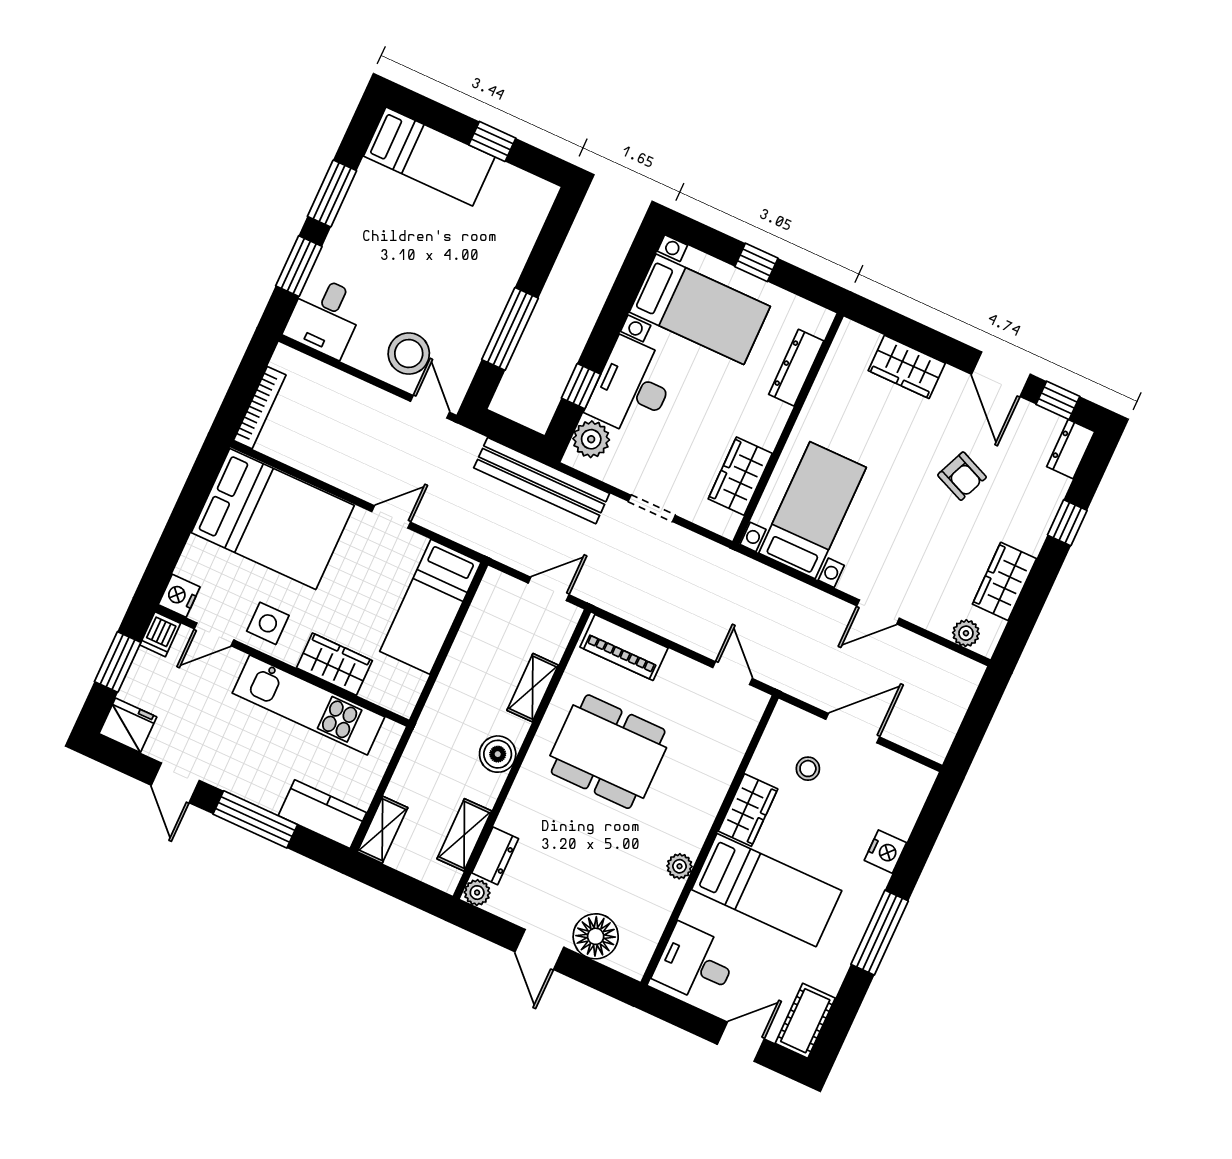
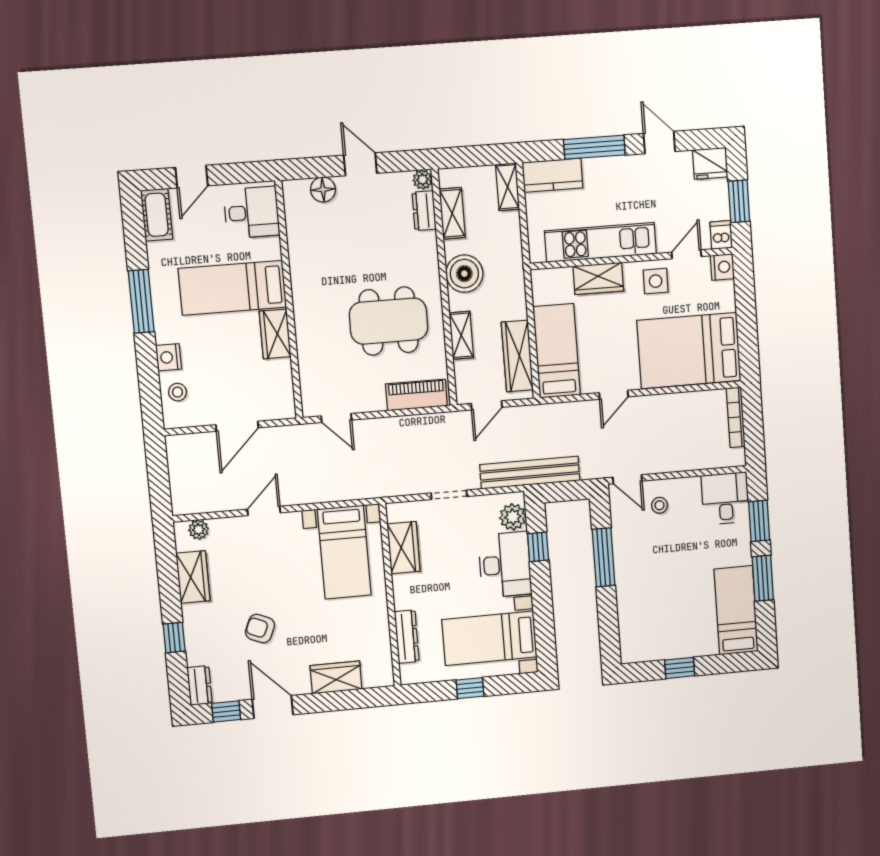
bed: (429, 157) -> (736, 610), moved, turned 90
stool: (409, 354) -> (659, 505), width x0.53, depth x0.53
wardrobe: (480, 627) -> (517, 356), added
boiler: (498, 754) -> (464, 274), width x1.37, depth x1.37
stool: (808, 769) -> (178, 392), moved
plant: (680, 866) -> (299, 272), removed
floor lamp: (596, 936) -> (323, 190), width x0.73, depth x0.73

